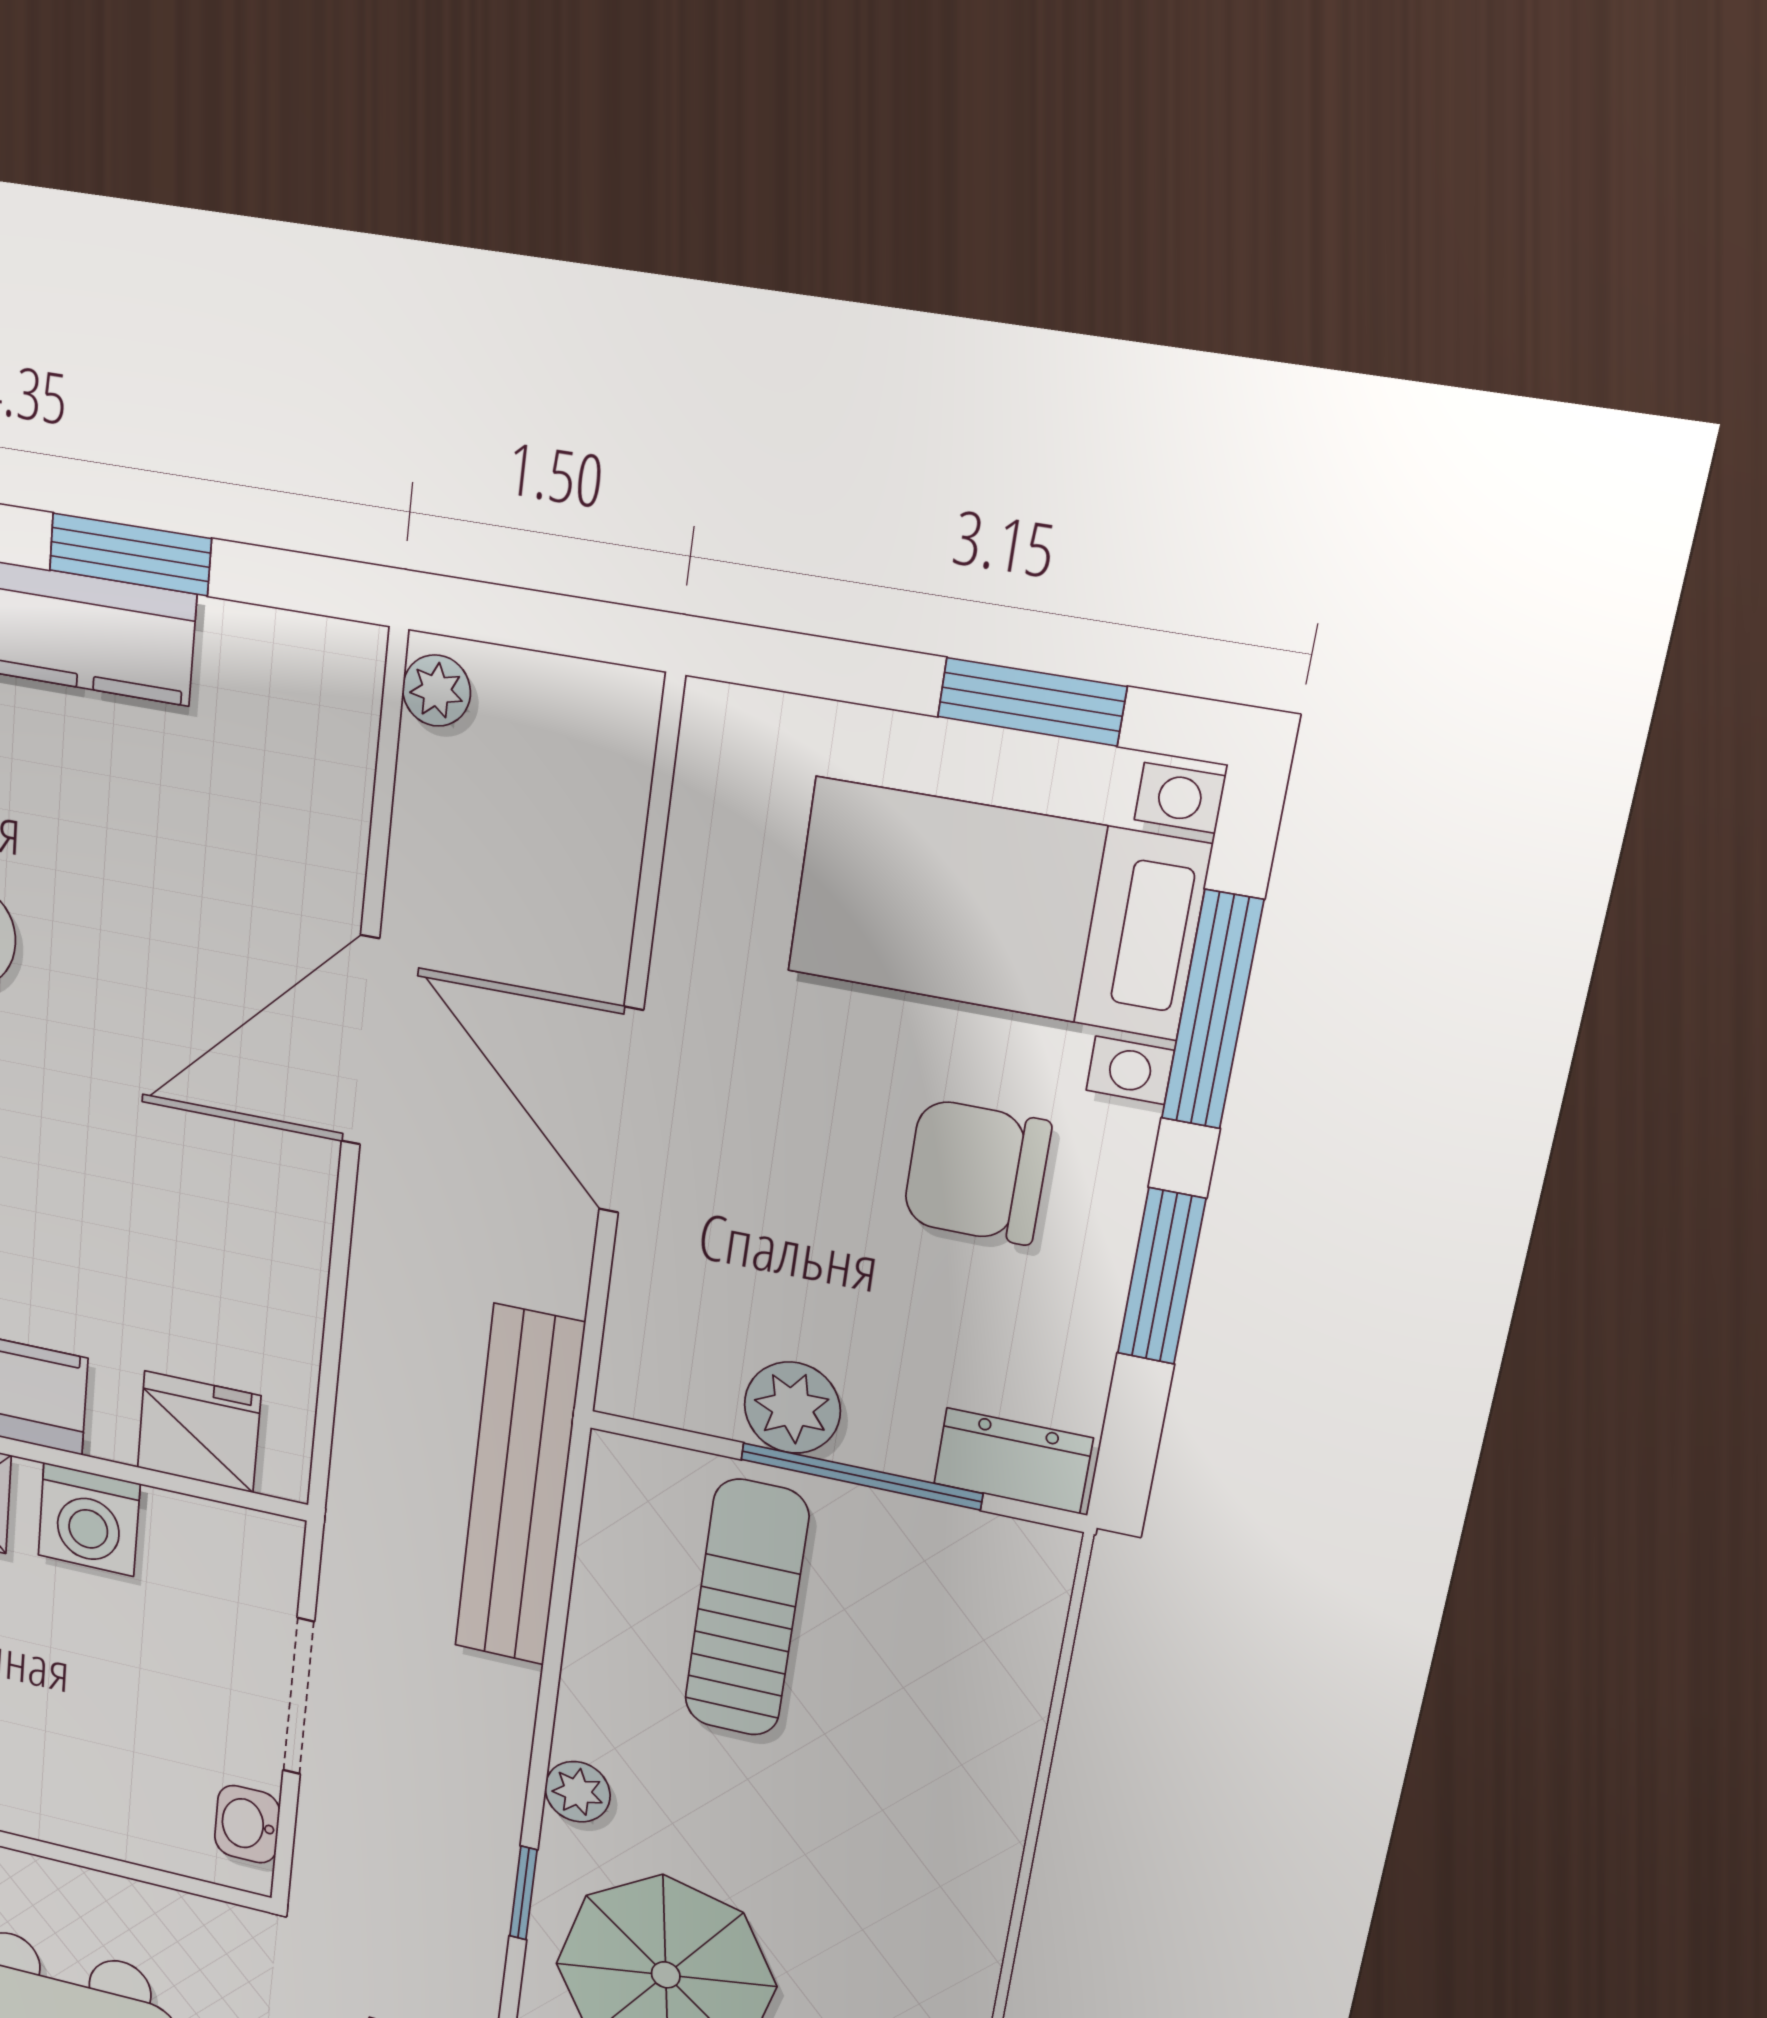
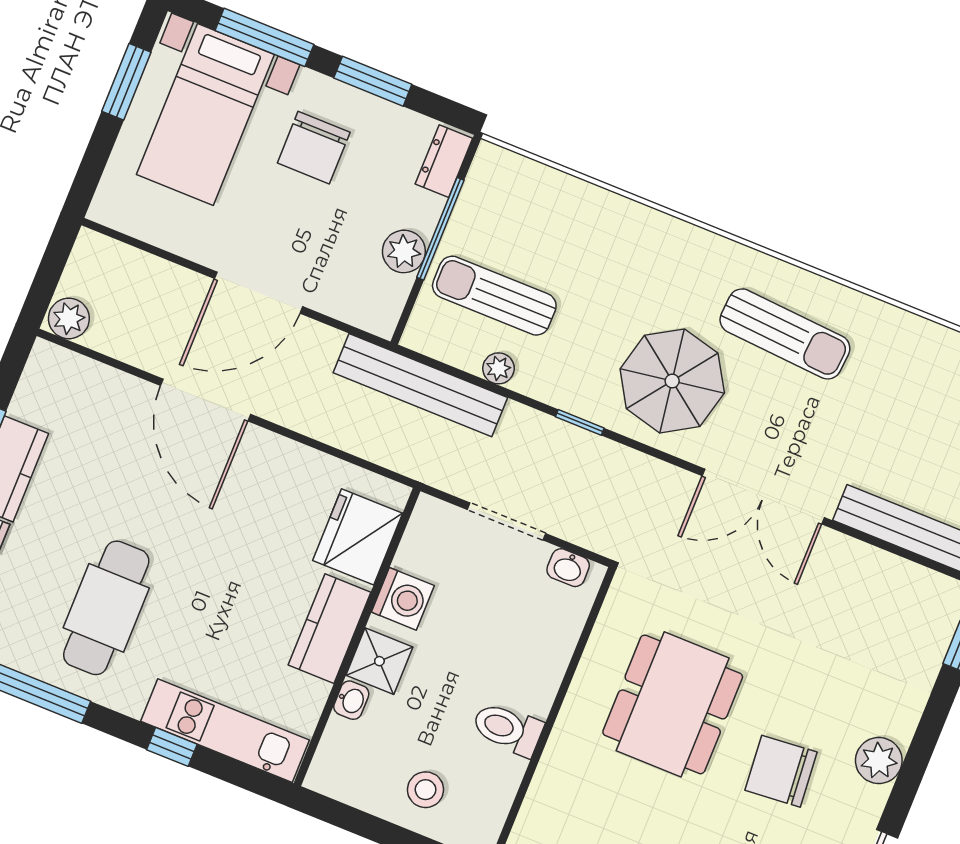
plant: (436, 691) -> (69, 318), width x1.38, depth x1.38
fridge: (199, 1432) -> (358, 537), width x1.36, depth x1.34
plant: (578, 1792) -> (498, 368), moved
window: (523, 1893) -> (580, 422), moved

